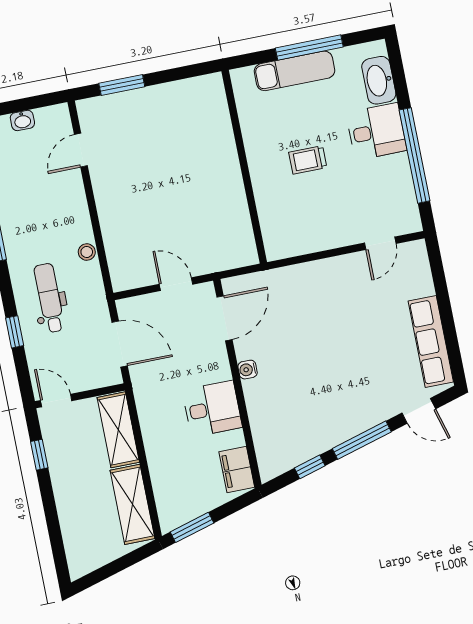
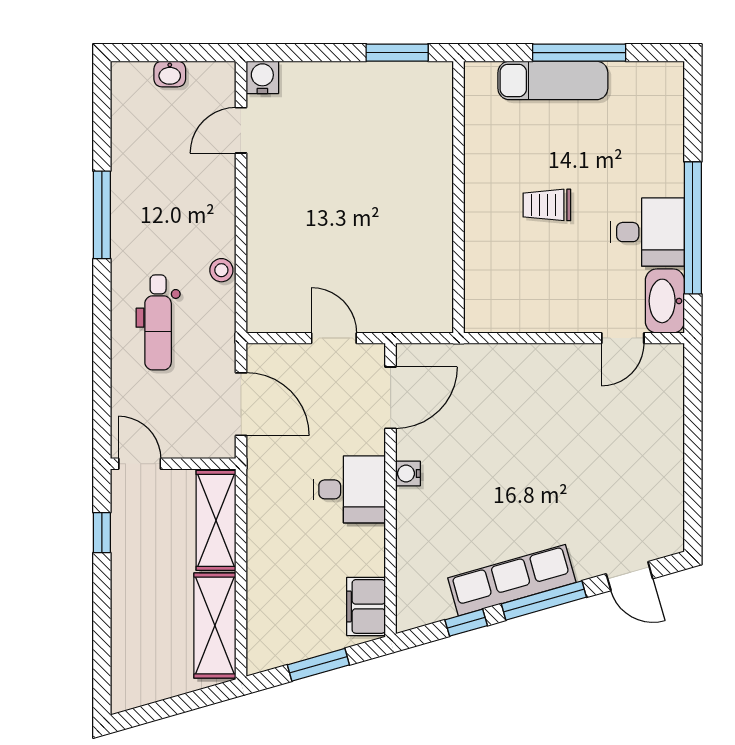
washbasin: (379, 80) -> (665, 301), moved
window: (122, 85) -> (397, 53), moved
water cooler: (88, 110) -> (262, 77), added
desk: (376, 132) -> (648, 232), moved
dental chair: (49, 298) -> (158, 322), turned 180
window: (15, 332) -> (102, 359), removed
row of seats: (431, 341) -> (512, 580), moved, turned 74
desk: (212, 409) -> (349, 489), moved
window: (192, 527) -> (318, 665), moved

